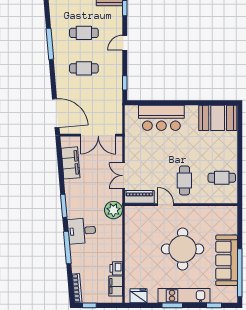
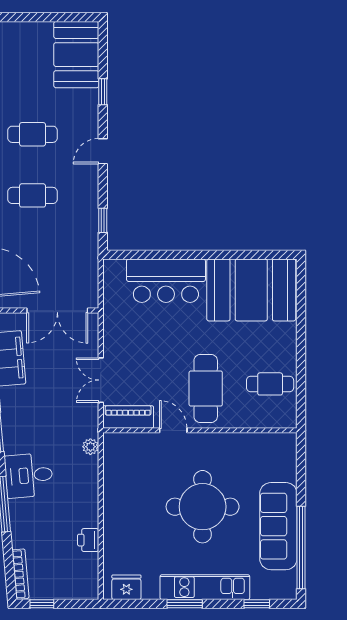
booth: (218, 118) -> (251, 290), width x1.36, depth x1.42
cafe table: (184, 180) -> (206, 388), width x1.37, depth x1.35
plant: (113, 210) -> (90, 447), width x0.53, depth x0.53
filing cabinet: (116, 286) -> (87, 571), removed

